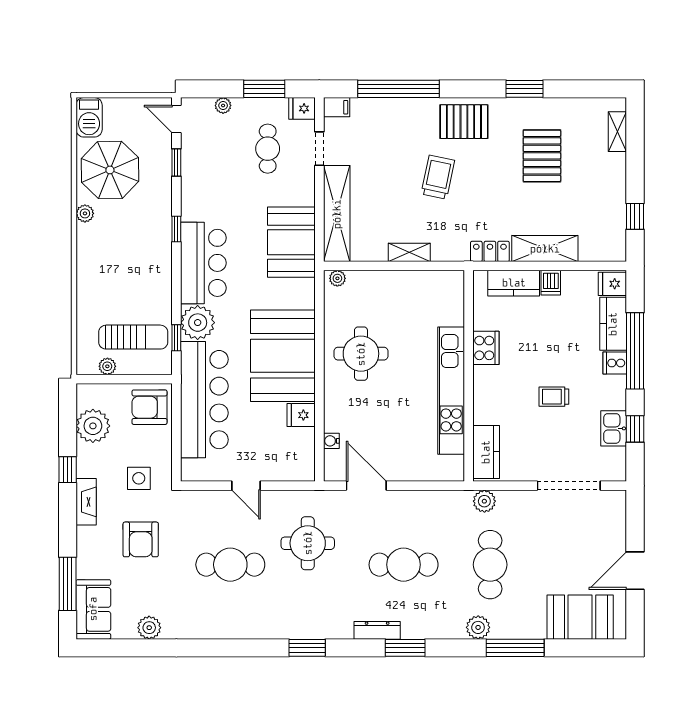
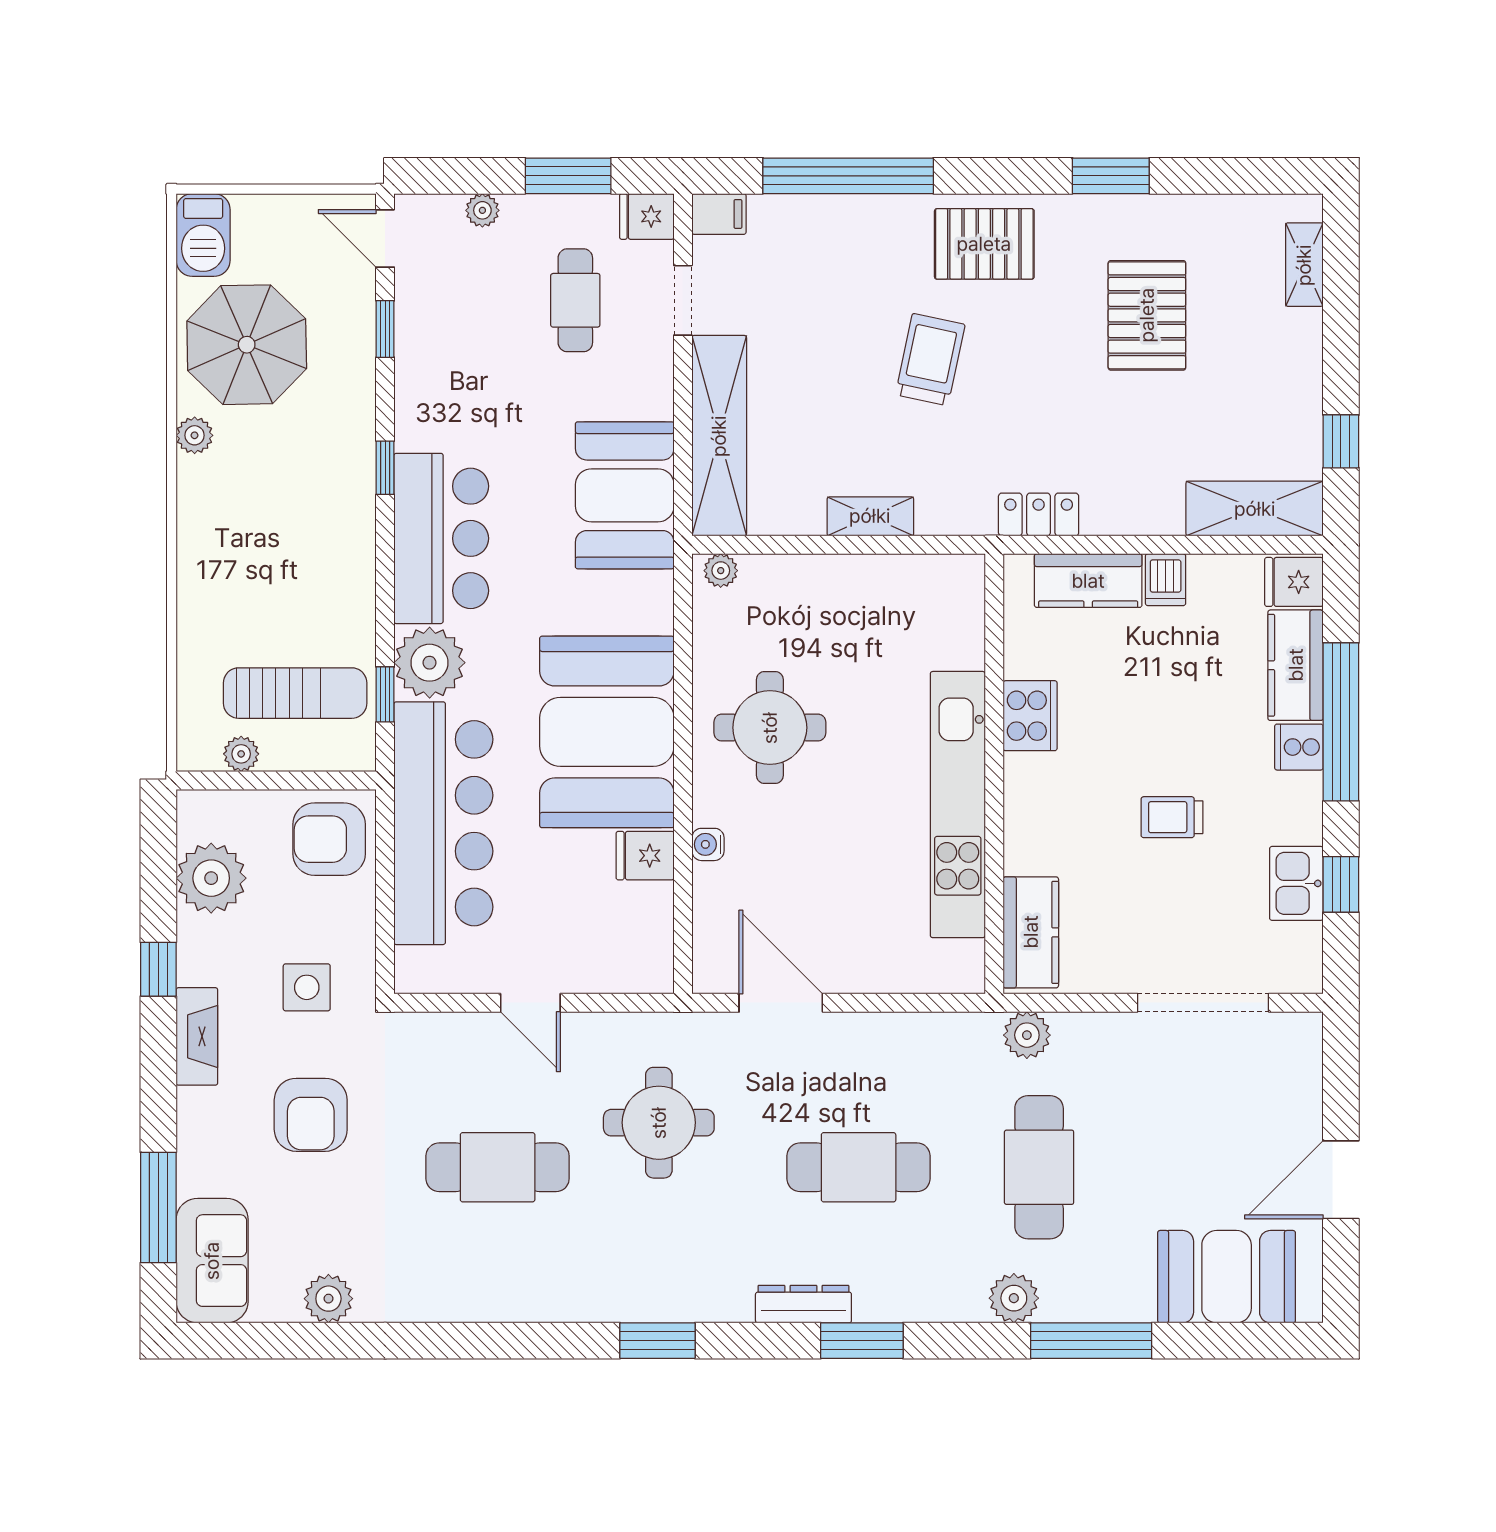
shelving: (545, 249) -> (1255, 509), moved
water cooler: (331, 441) -> (708, 844), moved

